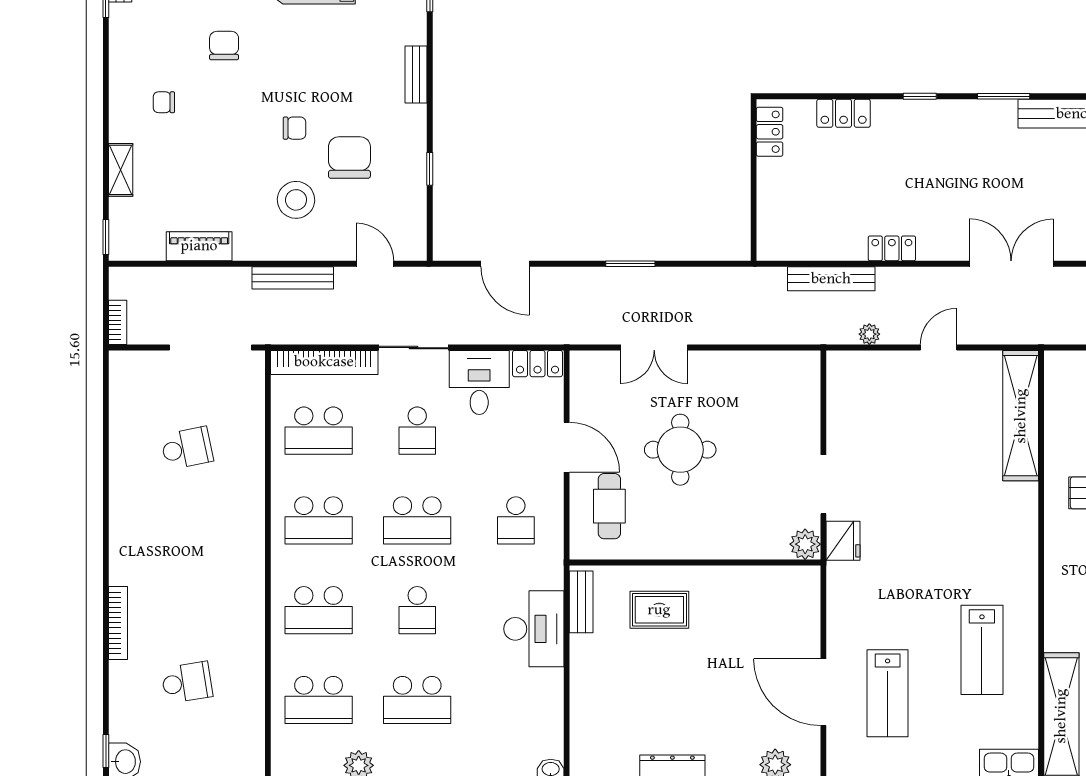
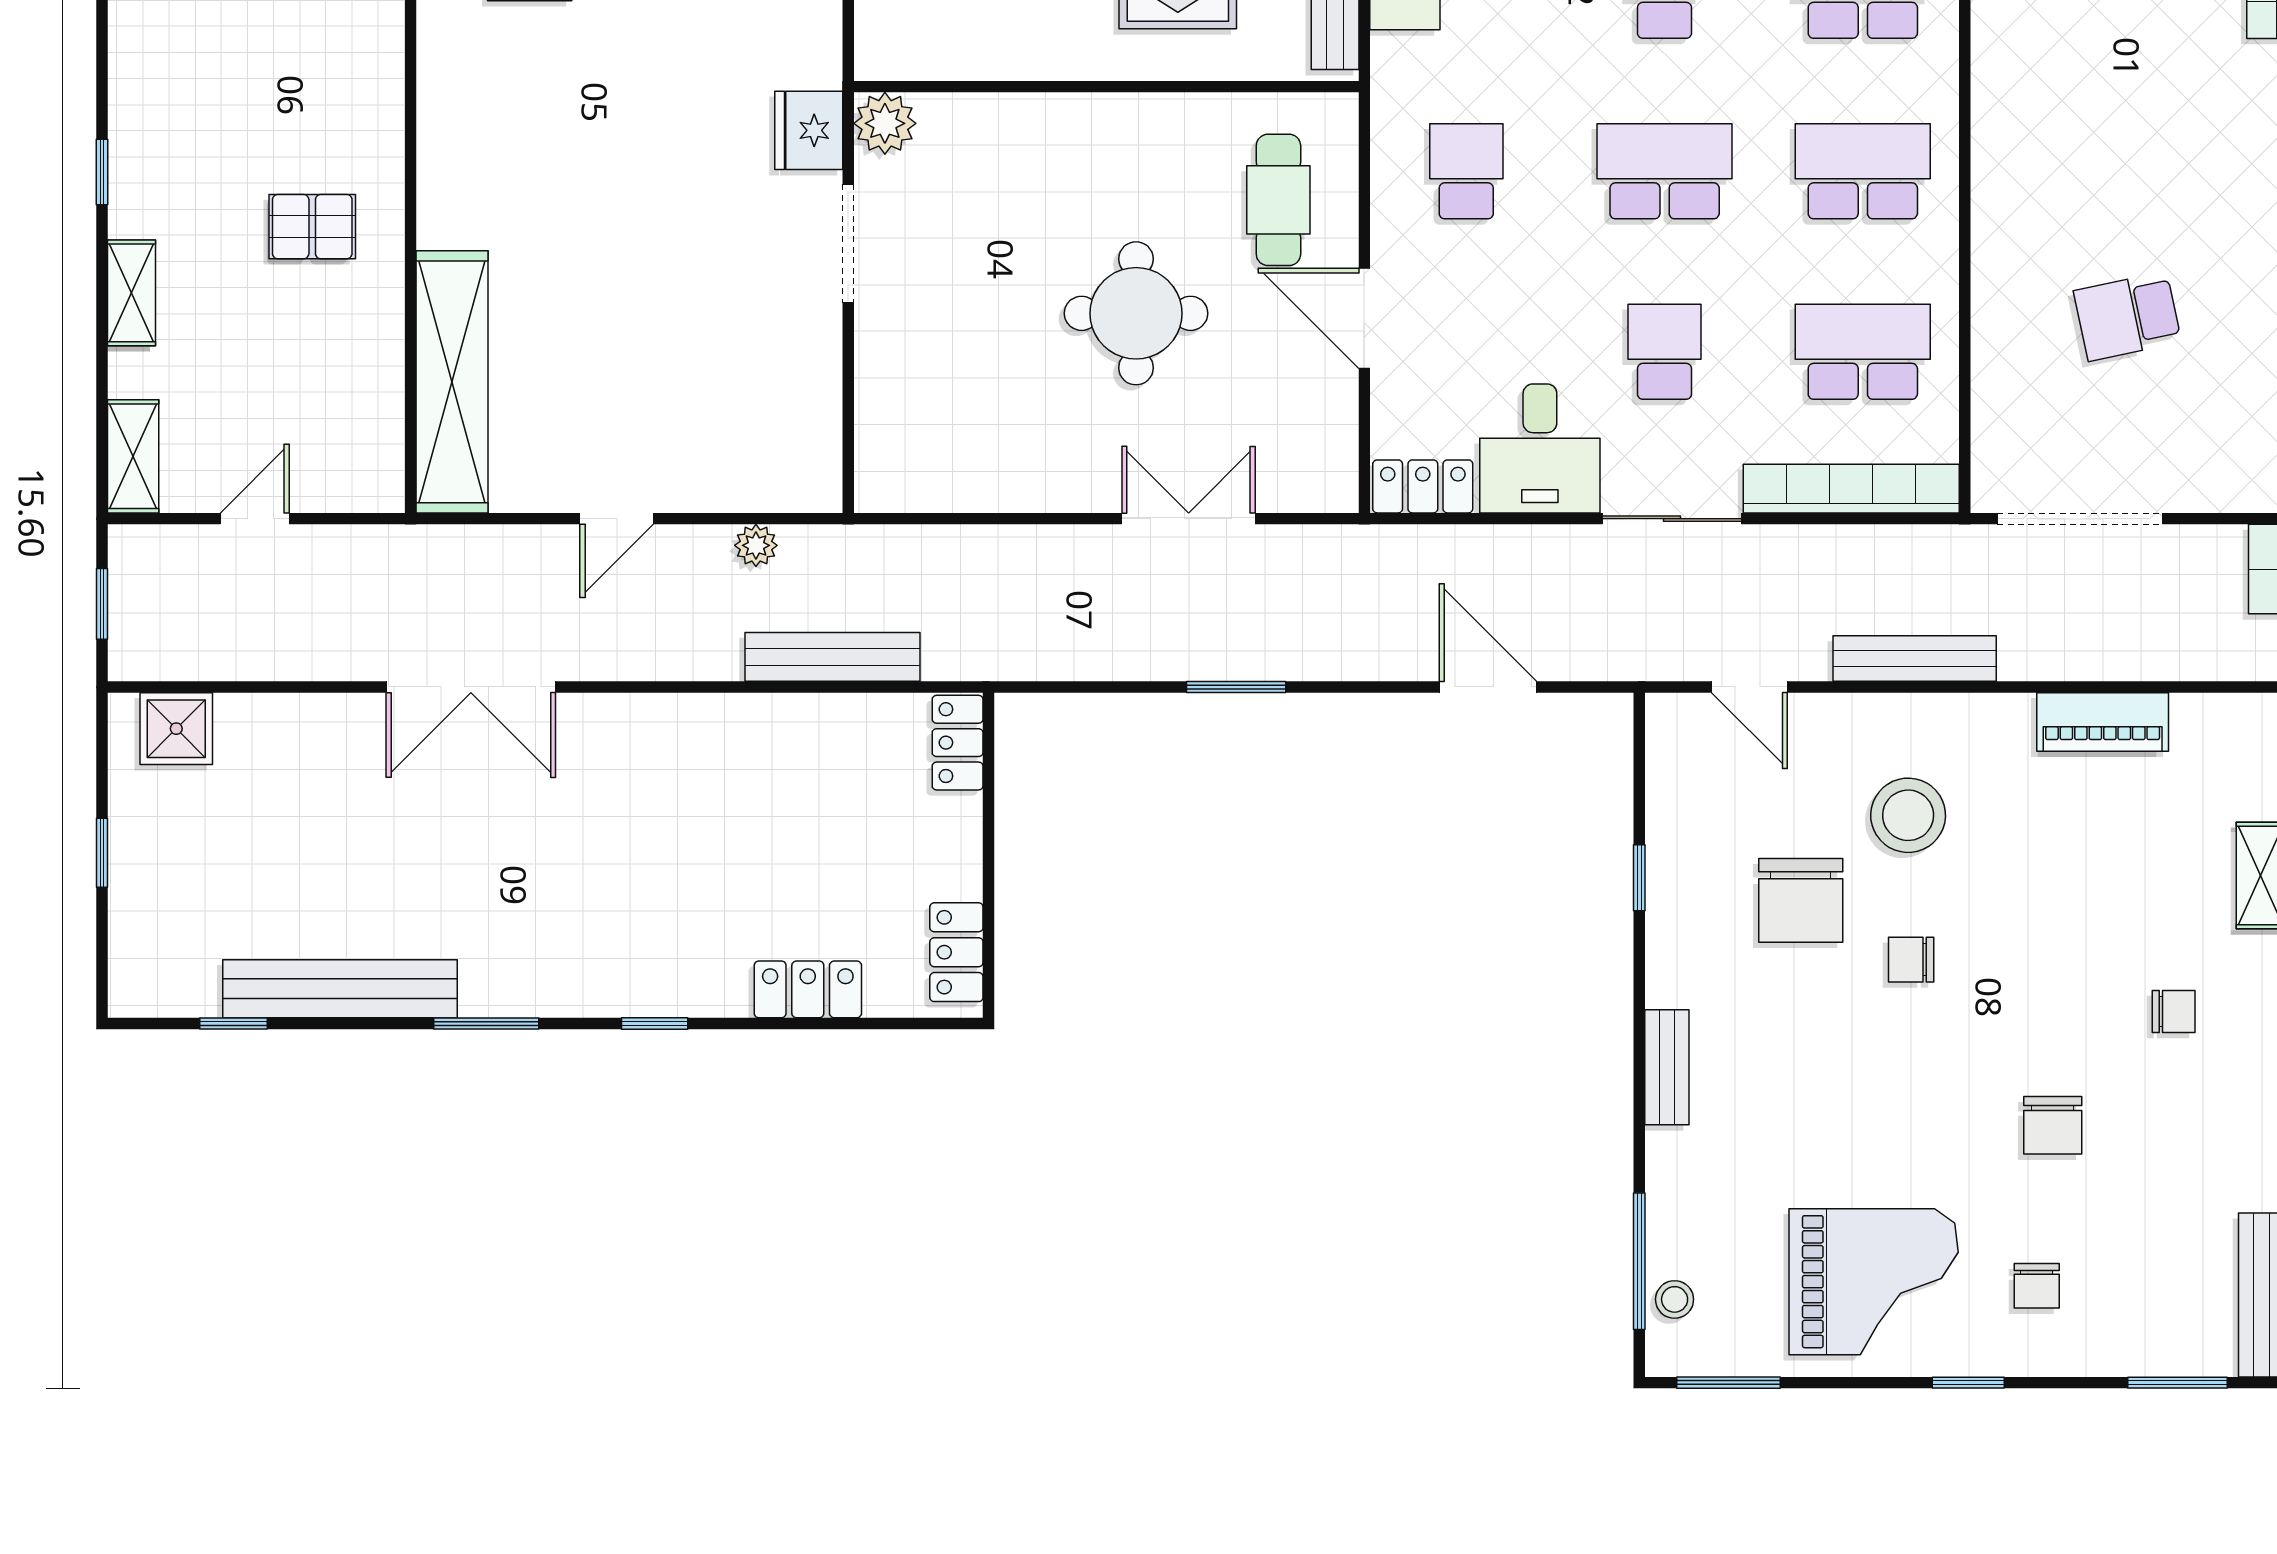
locker: (892, 248) -> (958, 743), moved, turned 90

